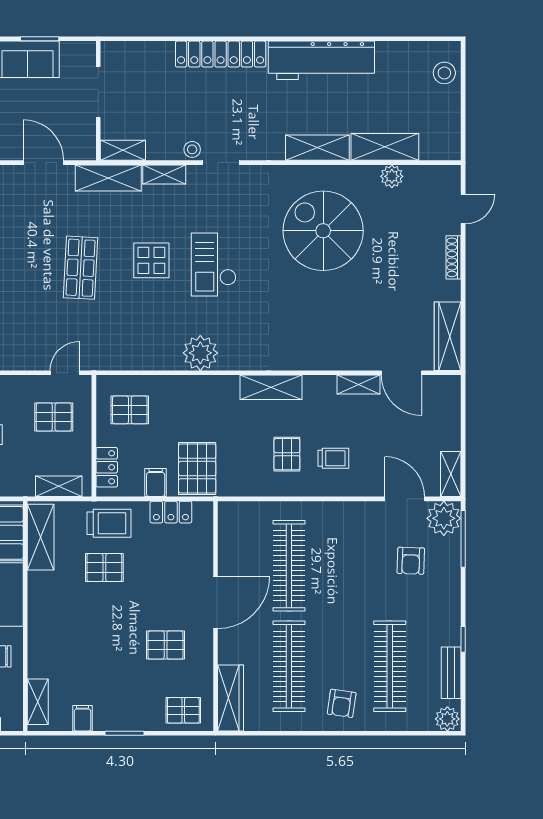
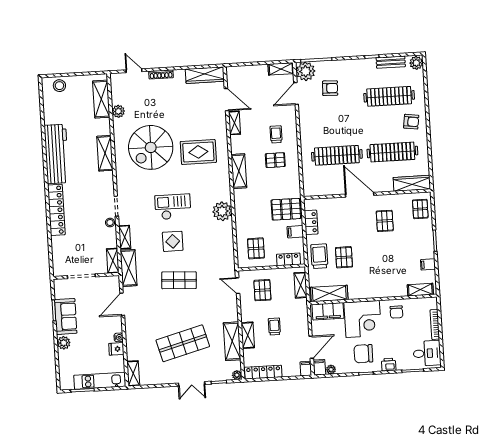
shelving: (385, 147) -> (101, 99), moved
checkout: (214, 265) -> (173, 207), turned 180
rug: (310, 316) -> (198, 152), added
door: (401, 373) -> (227, 100), hinge flipped

